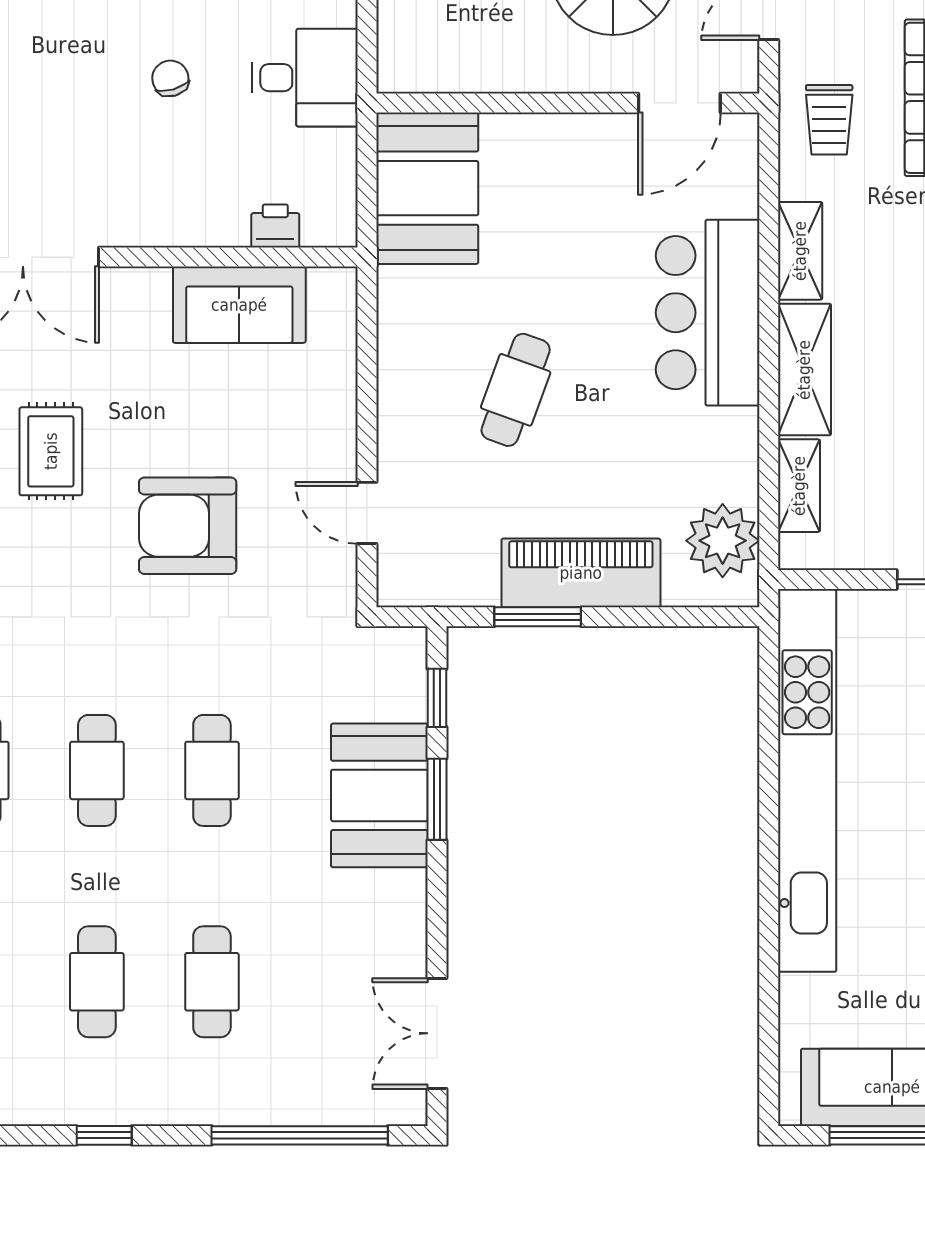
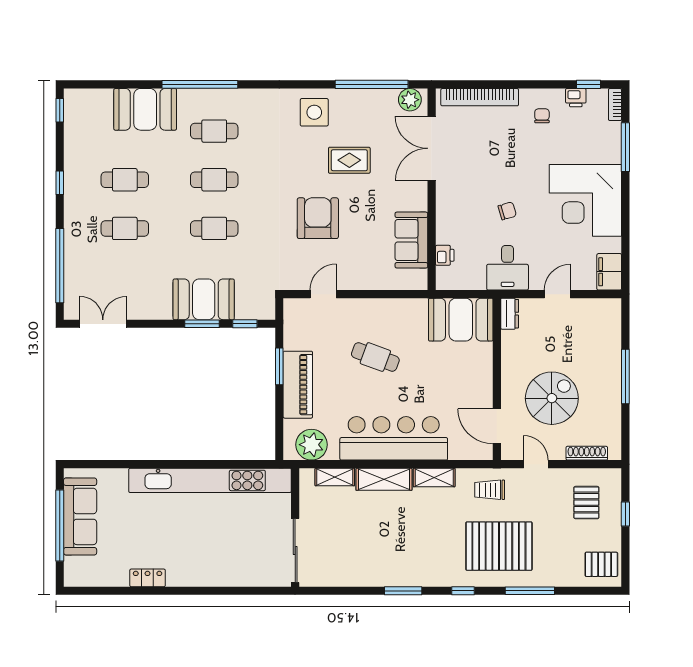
dresser: (413, 73) -> (510, 314), added
bar counter: (708, 313) -> (394, 438), width x1.36

